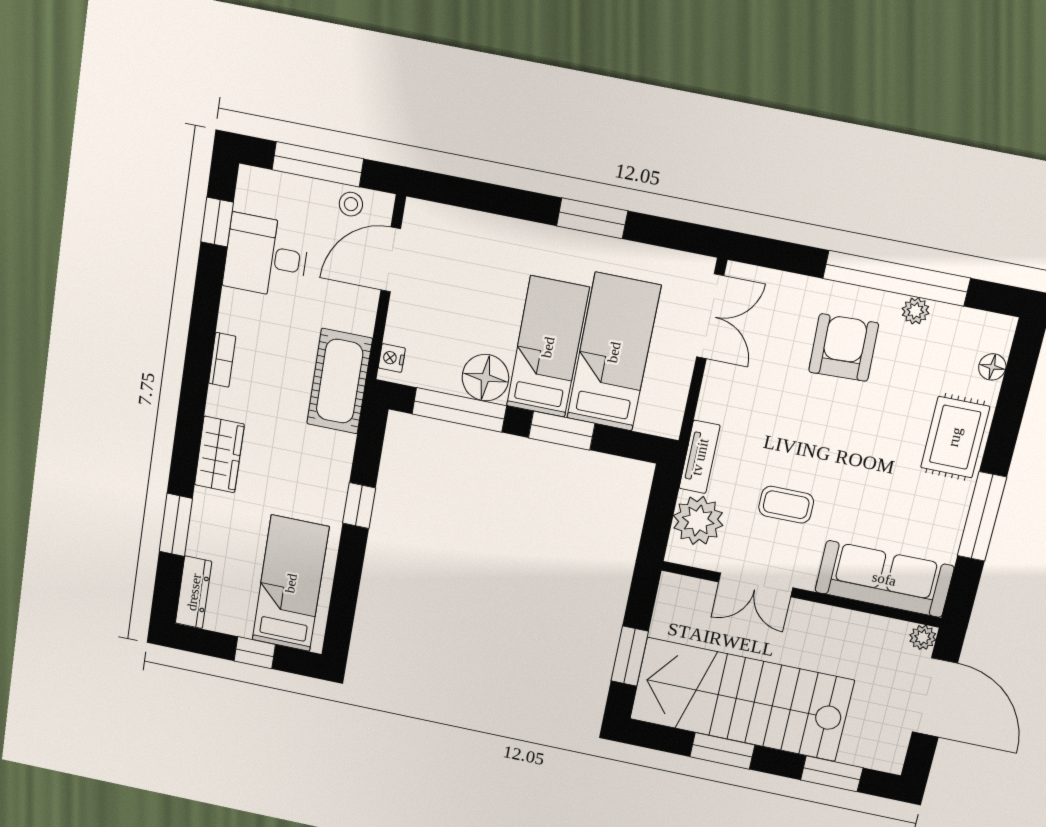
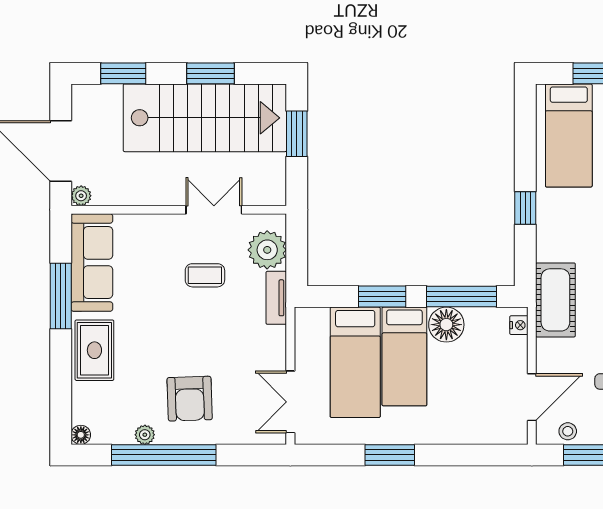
floor lamp: (992, 367) -> (81, 435), moved
sofa: (884, 579) -> (92, 262), moved, turned -90

